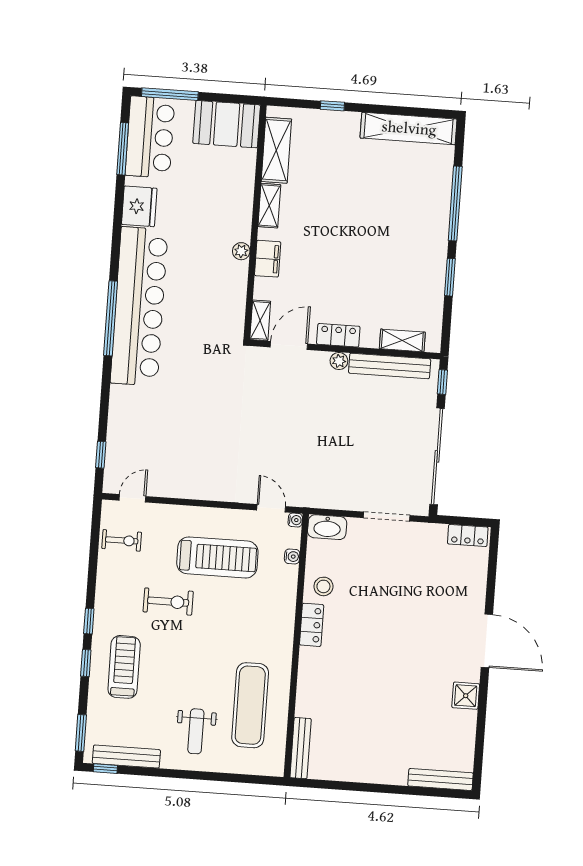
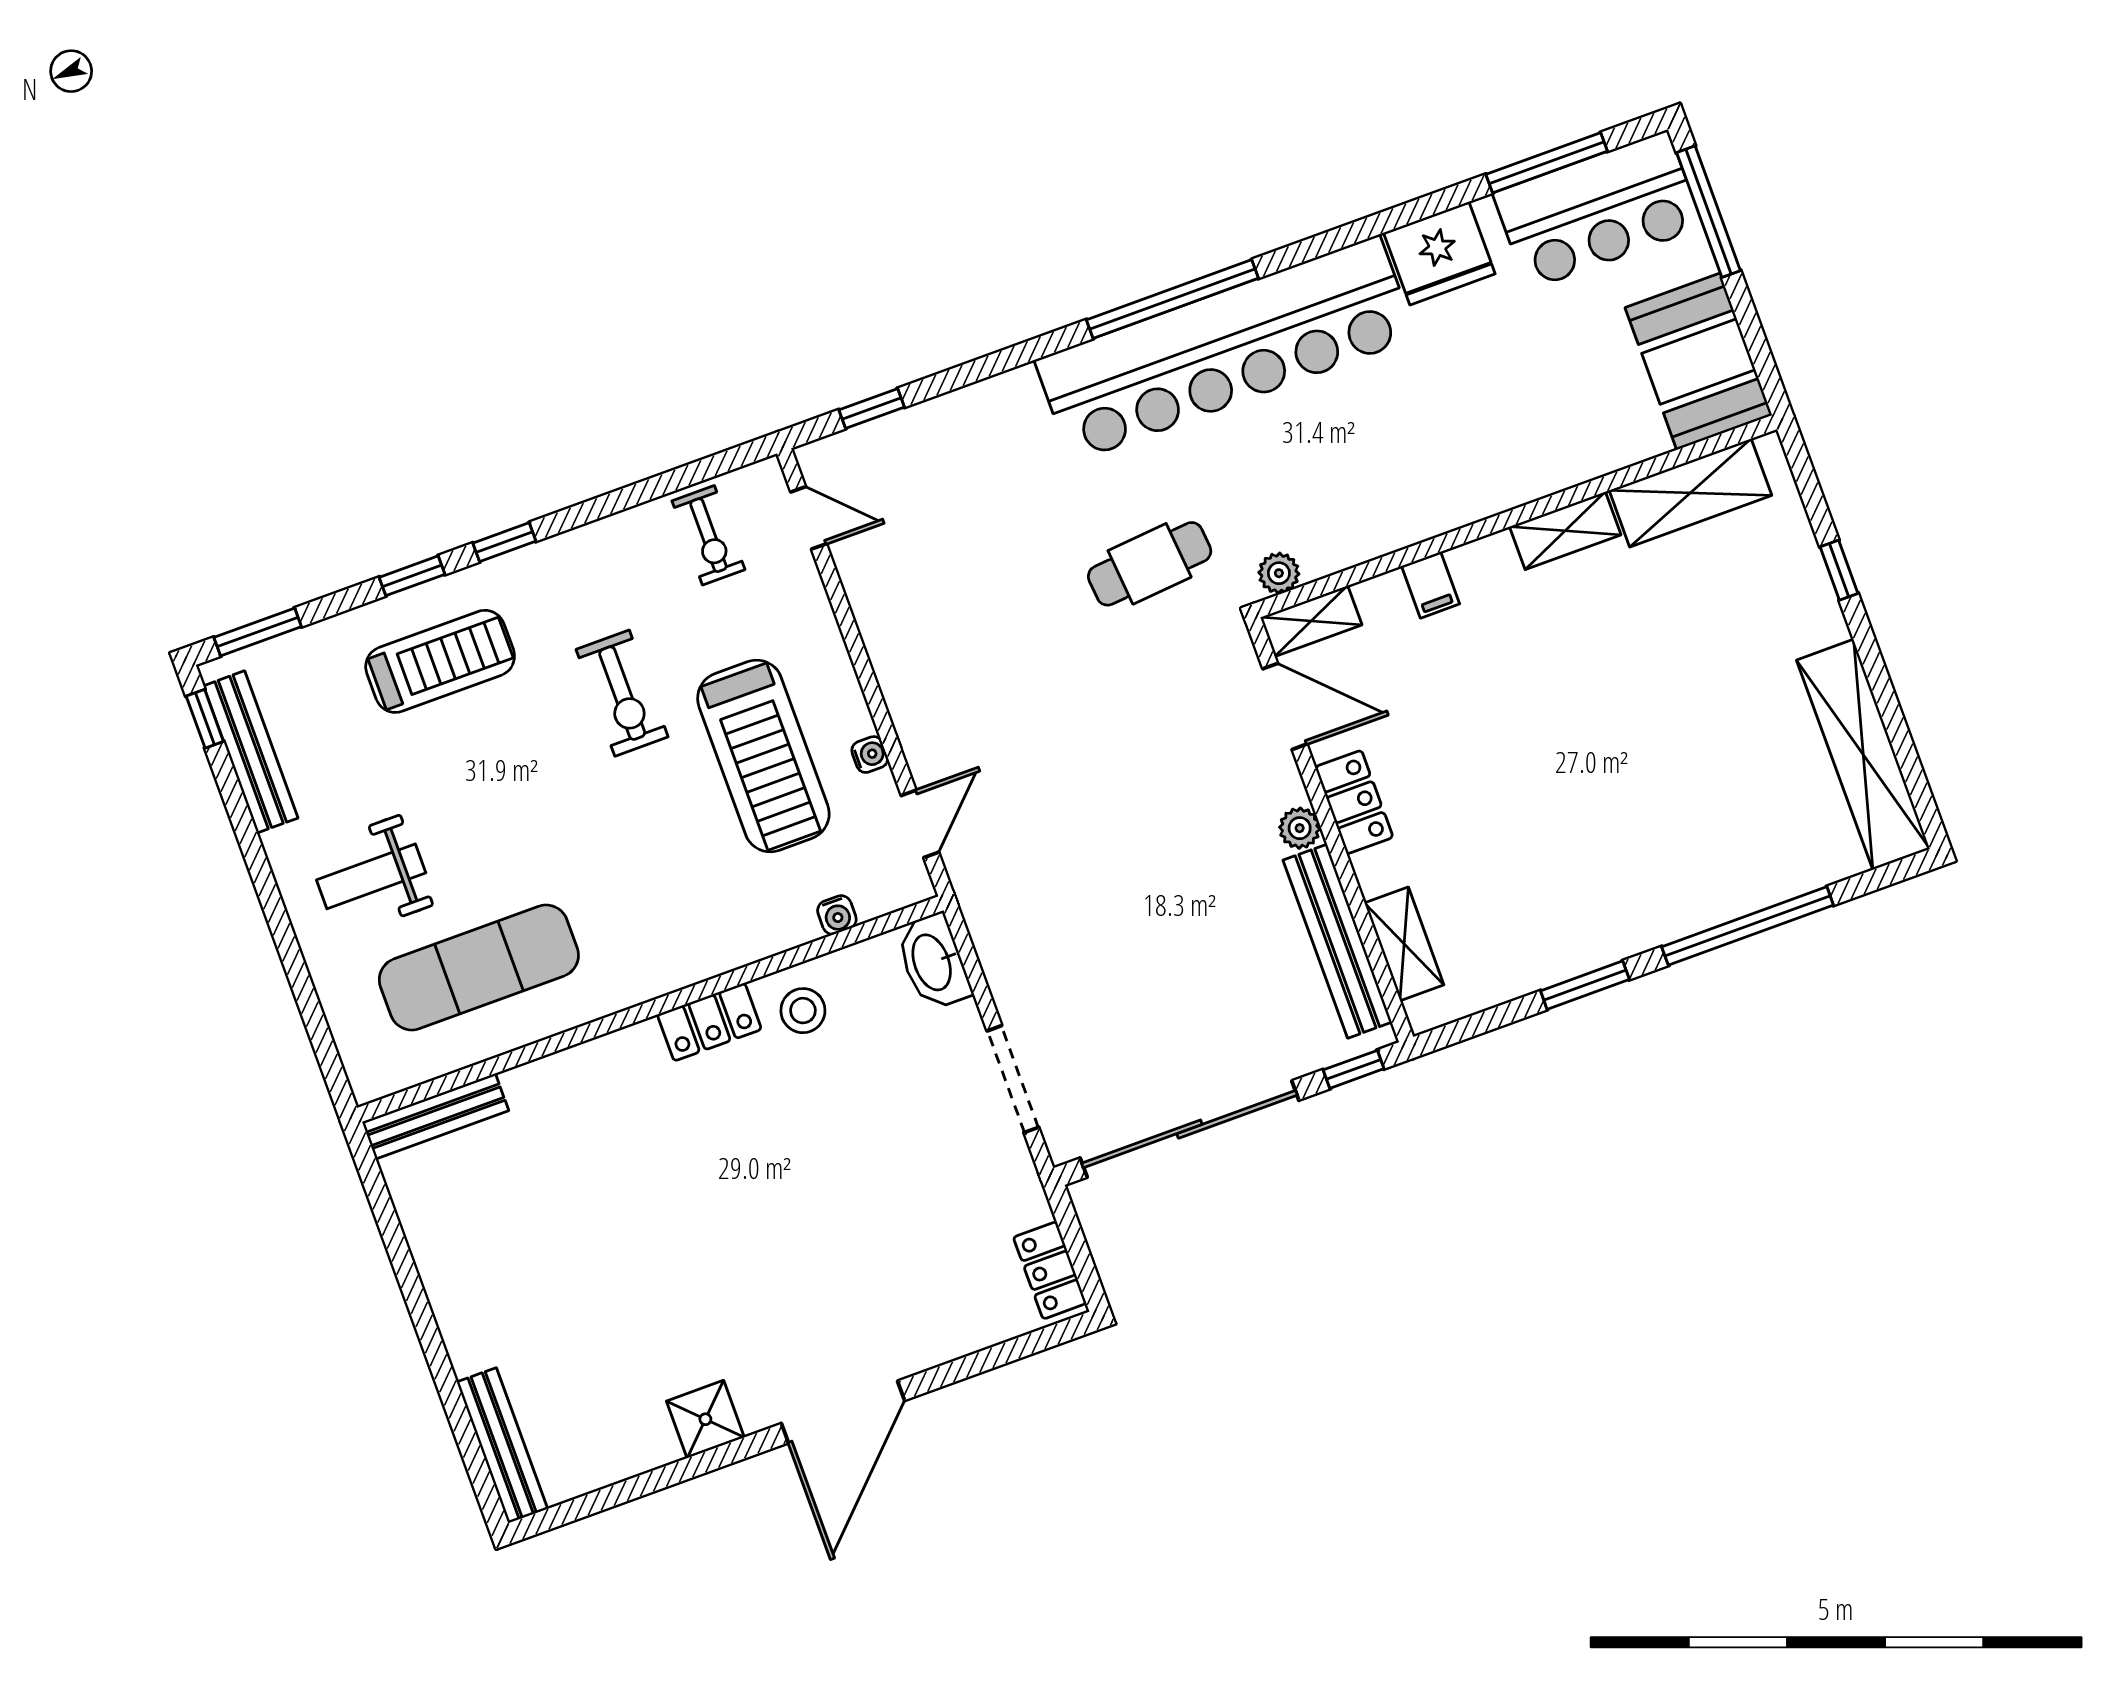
plant: (241, 251) -> (1279, 573), moved
filing cabinet: (268, 259) -> (1431, 585), width x0.50
cafe table: (210, 373) -> (1150, 564), added
water cooler: (295, 520) -> (870, 755), moved, turned -90

